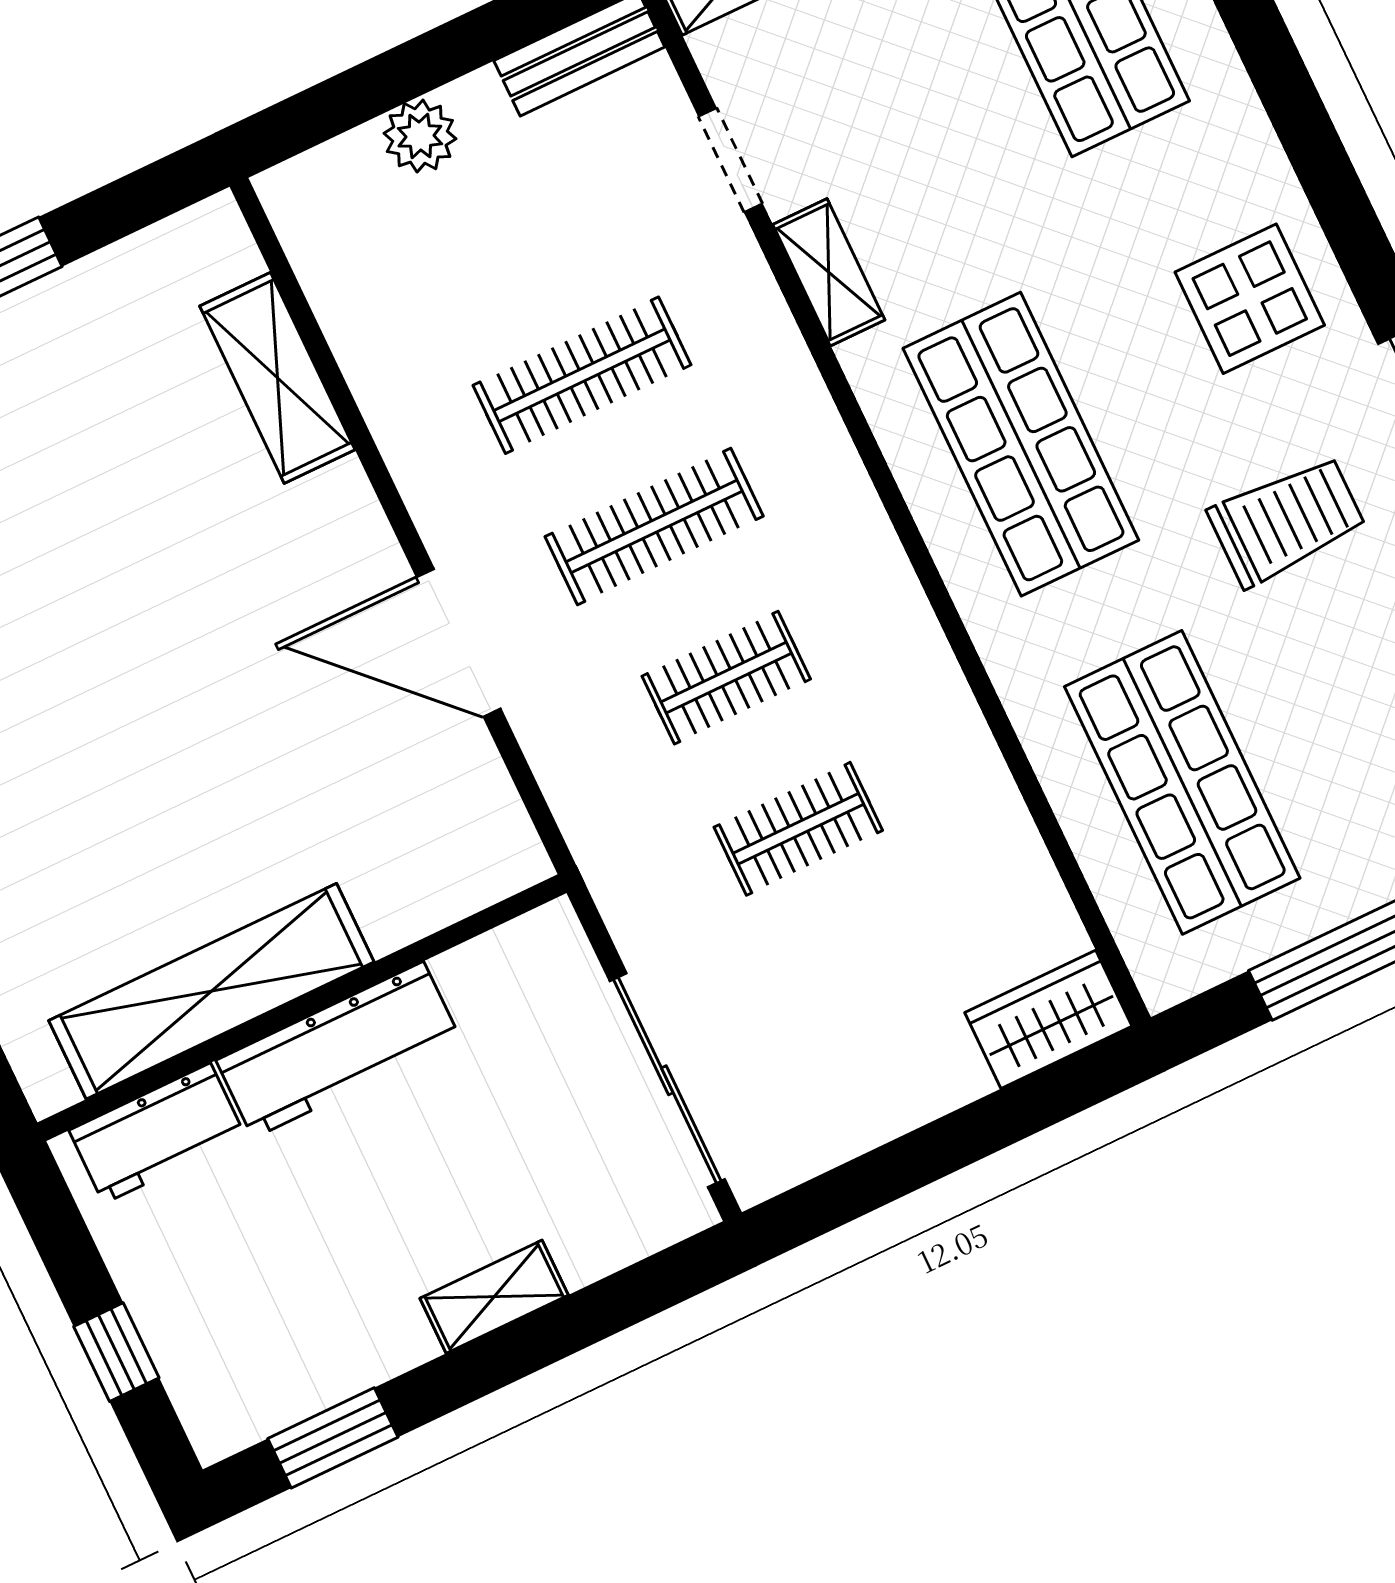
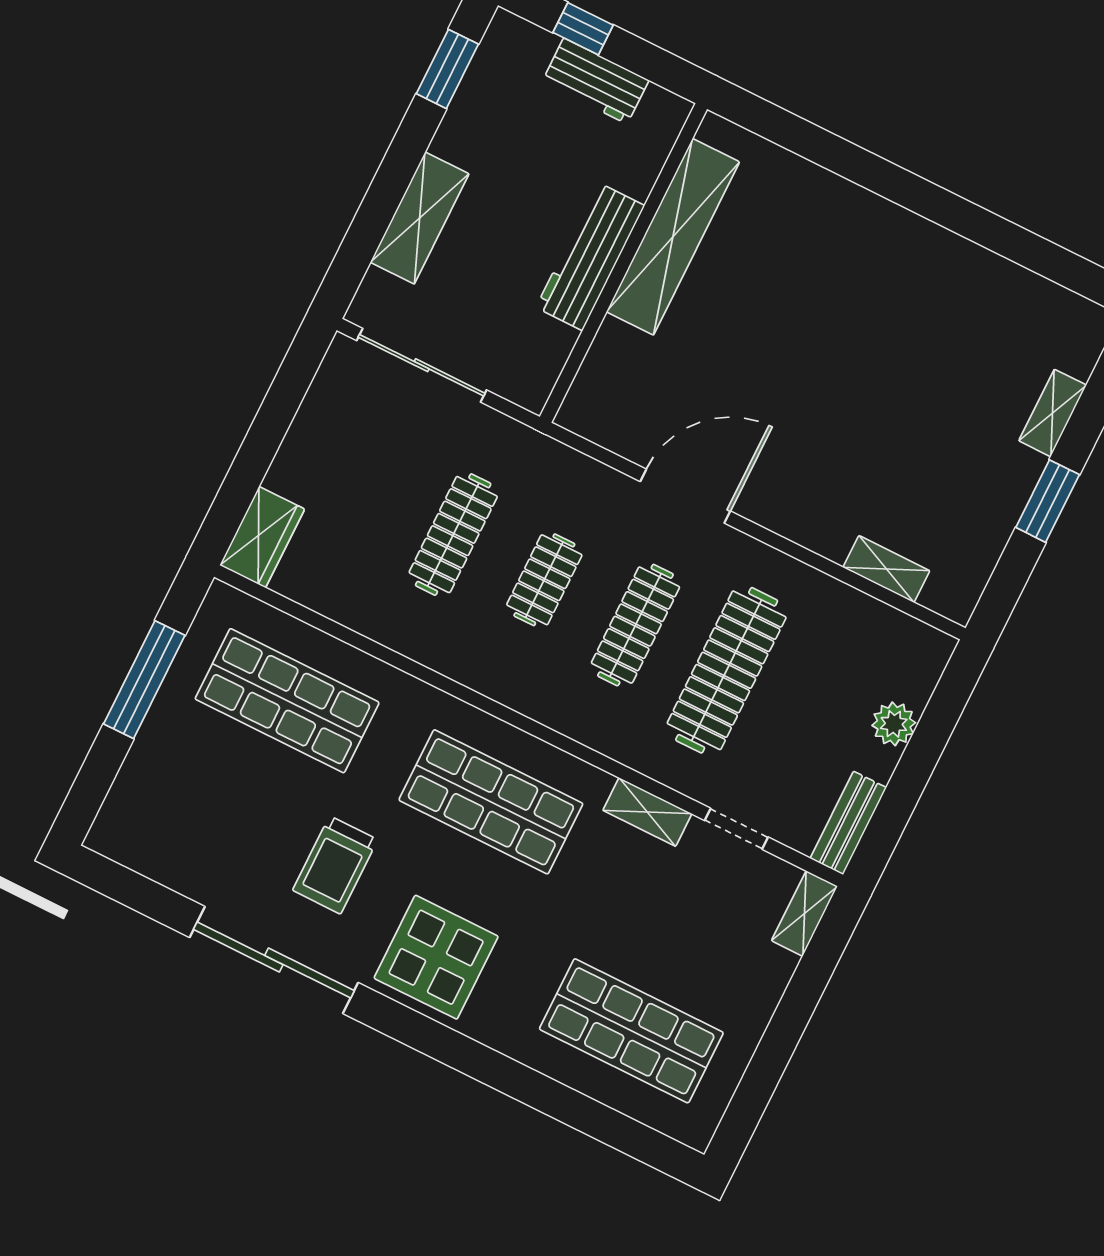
display table: (1250, 299) -> (436, 957), width x1.36, depth x1.36
clothes rail: (582, 375) -> (727, 670), width x1.37, depth x1.31
shelving: (277, 378) -> (886, 569), width x0.67, depth x0.75
clothes rail: (798, 829) -> (453, 535), width x1.36
workbench: (157, 1133) -> (595, 81), moved, turned -90
shelving: (494, 1297) -> (420, 218), width x1.50, depth x1.33

